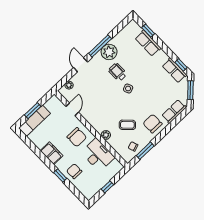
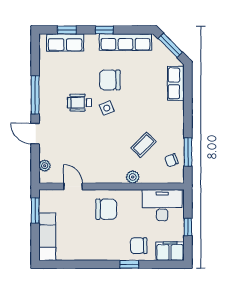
row of seats: (148, 43) -> (65, 43), moved
plant: (109, 52) -> (50, 91), removed
window: (181, 65) -> (104, 30), moved
row of seats: (174, 70) -> (125, 42), width x1.48
window: (33, 111) -> (35, 210), moved
chair: (152, 124) -> (110, 80), moved
filing cabinet: (52, 153) -> (170, 251), moved
desk: (98, 155) -> (162, 205), moved

